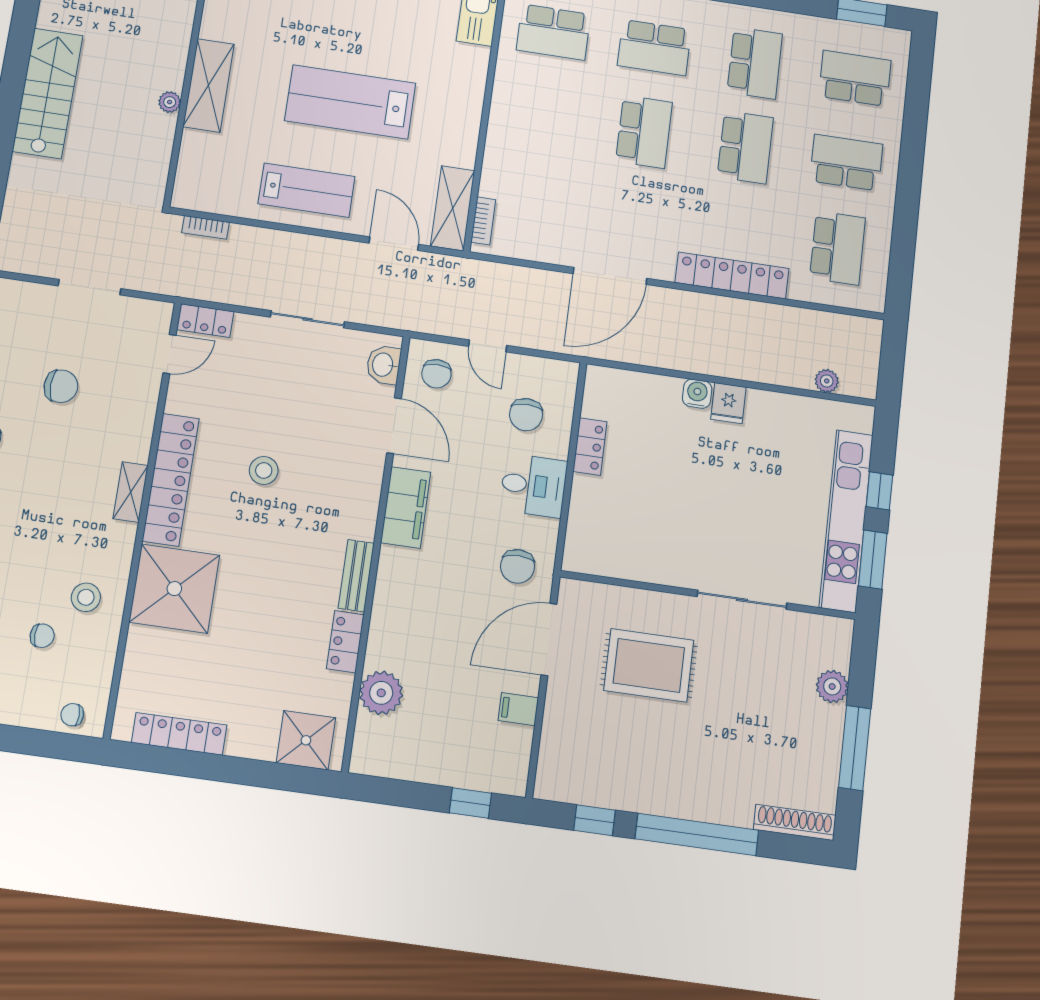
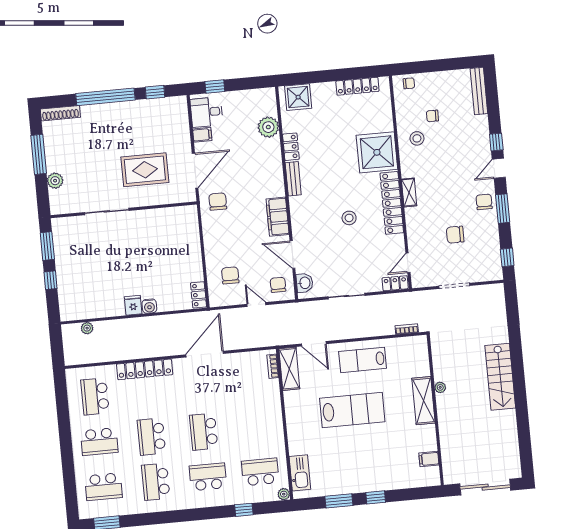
locker: (590, 447) -> (198, 295), moved
desk: (534, 486) -> (207, 112), moved
kitchen unit: (846, 521) -> (64, 262), removed

